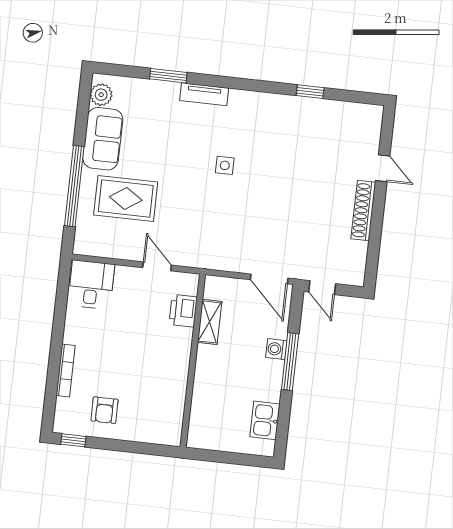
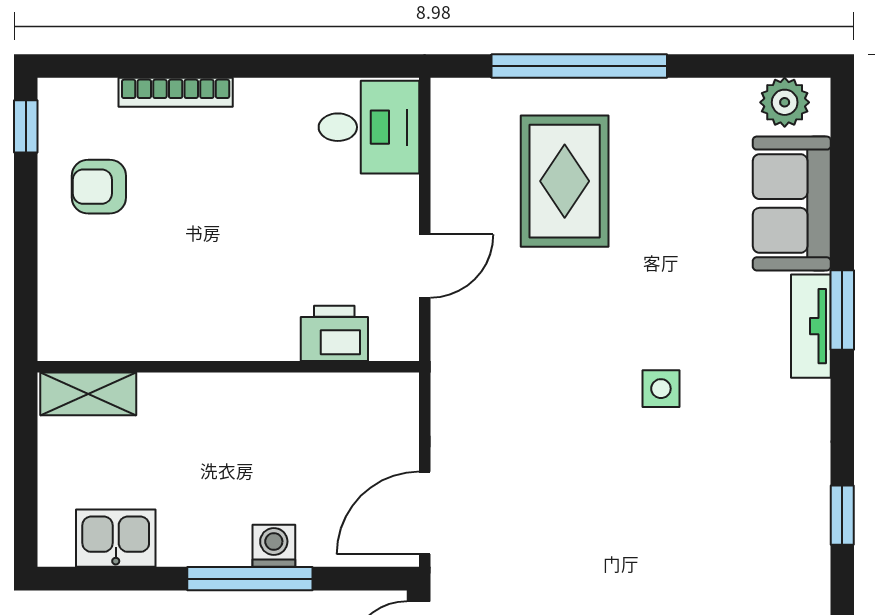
window: (168, 76) -> (842, 310), moved
window: (310, 92) -> (842, 515), moved
sofa: (103, 139) -> (792, 203), moved, turned 90
shelving: (210, 322) -> (88, 394), moved

